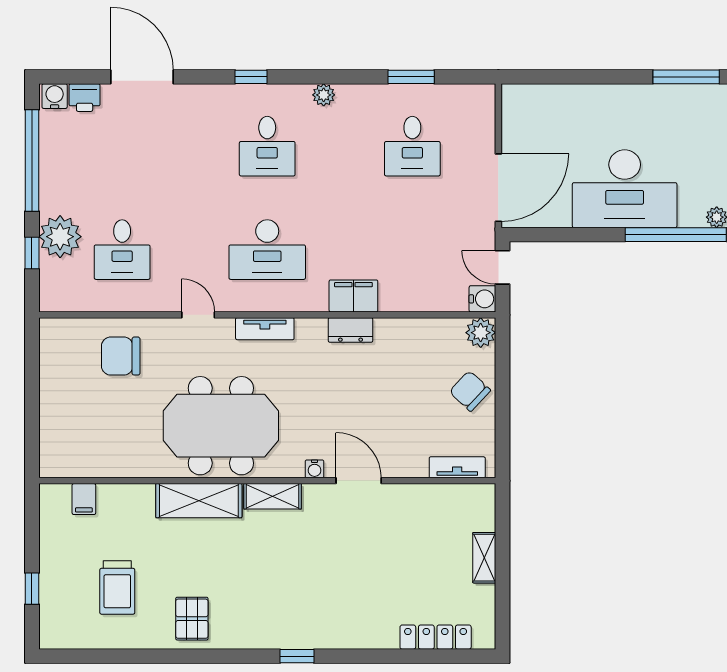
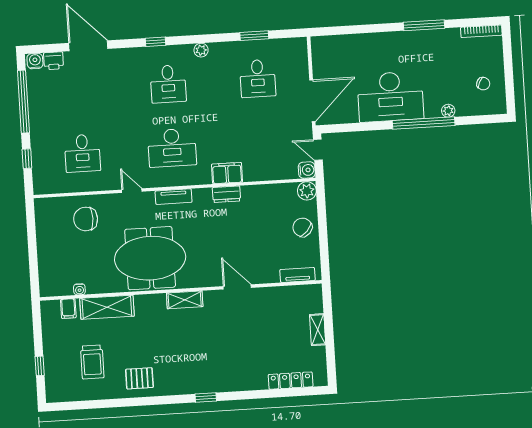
plant: (60, 237) -> (44, 148), removed
water cooler: (315, 469) -> (79, 289), moved
shelving: (199, 501) -> (107, 307), moved
pallet: (192, 619) -> (139, 378), turned 90

